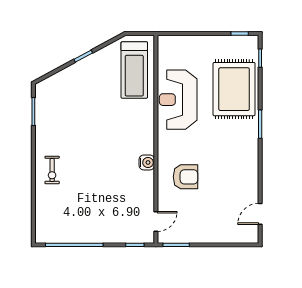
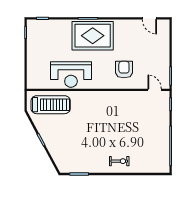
rug: (234, 89) -> (93, 36), moved
water cooler: (147, 162) -> (114, 96), removed

